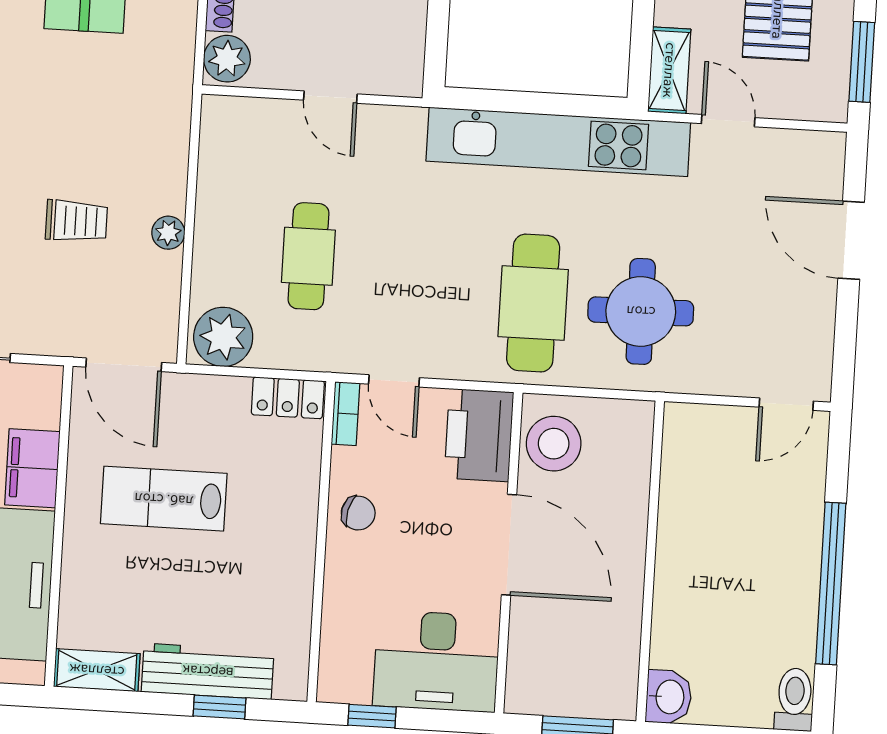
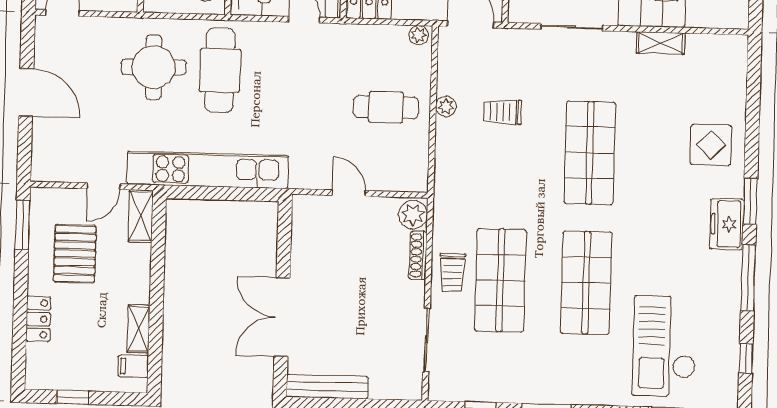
door: (728, 121) -> (104, 186), hinge flipped
door: (851, 240) -> (26, 92), moved
cafe table: (308, 256) -> (386, 107), moved, turned 90
plant: (223, 337) -> (419, 35), width x0.53, depth x0.53

